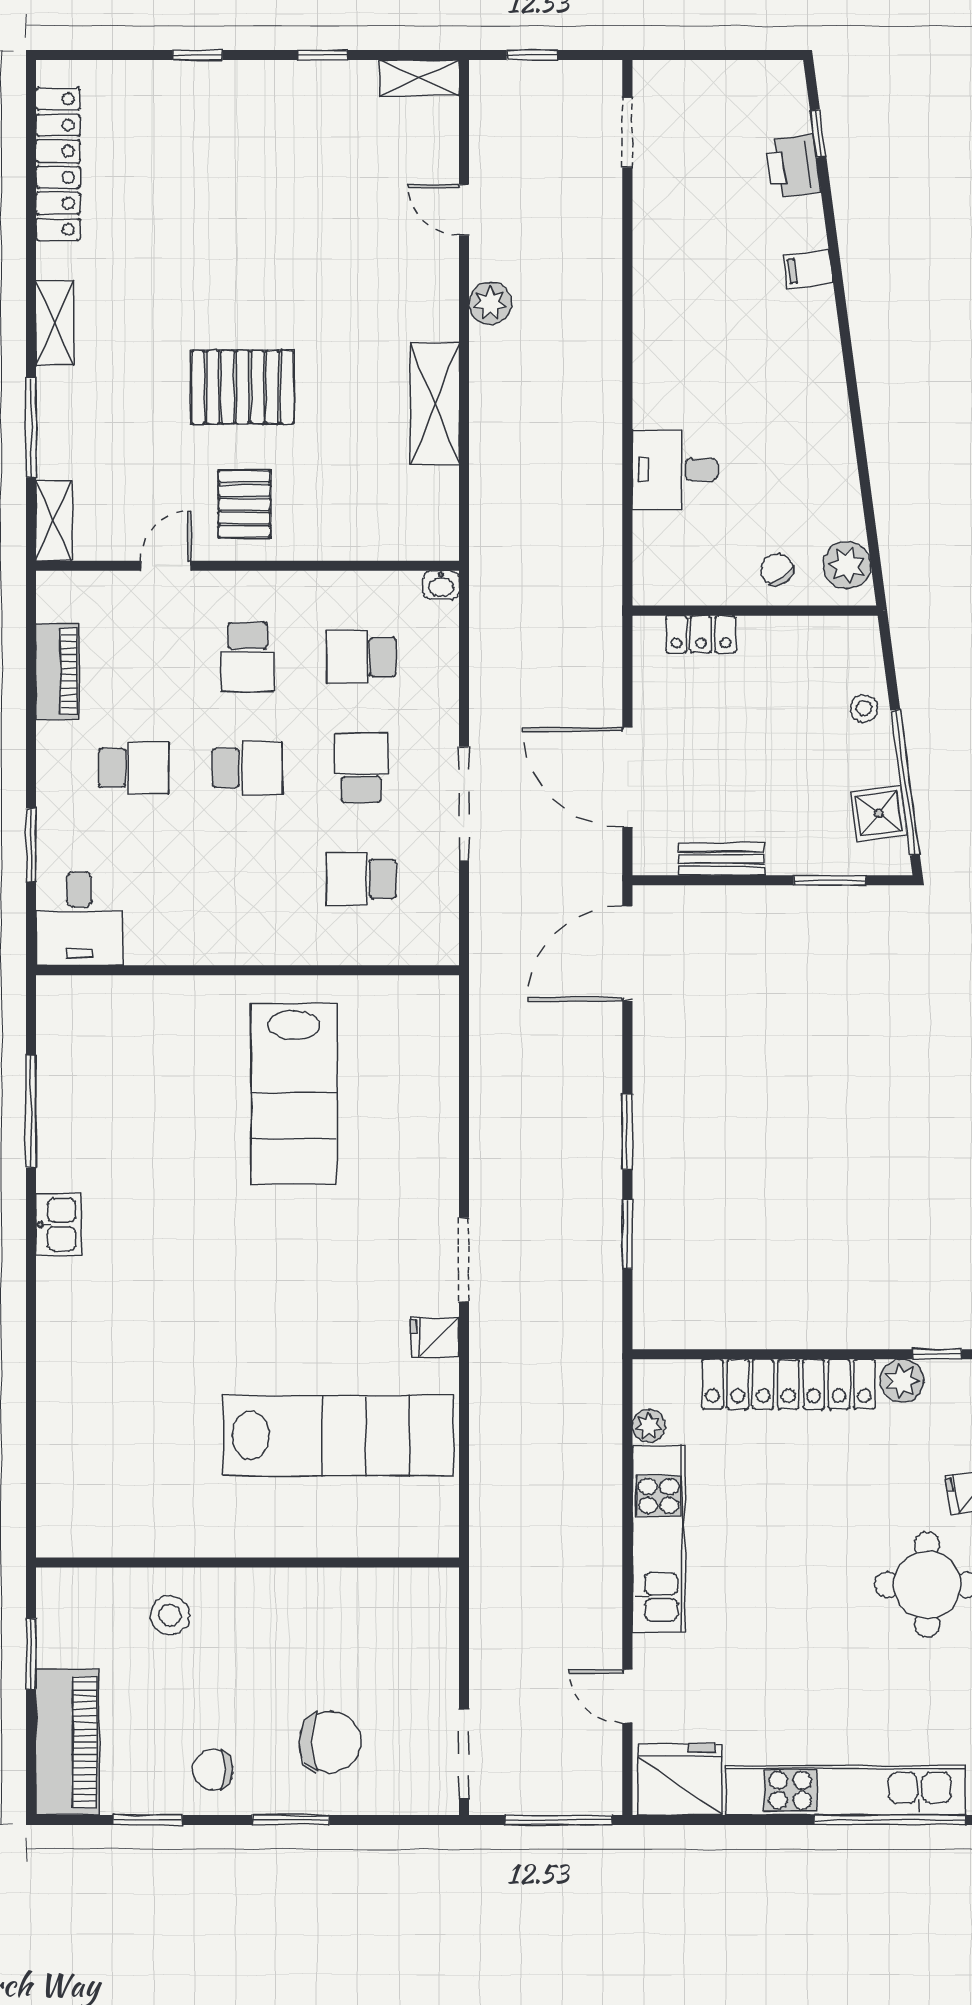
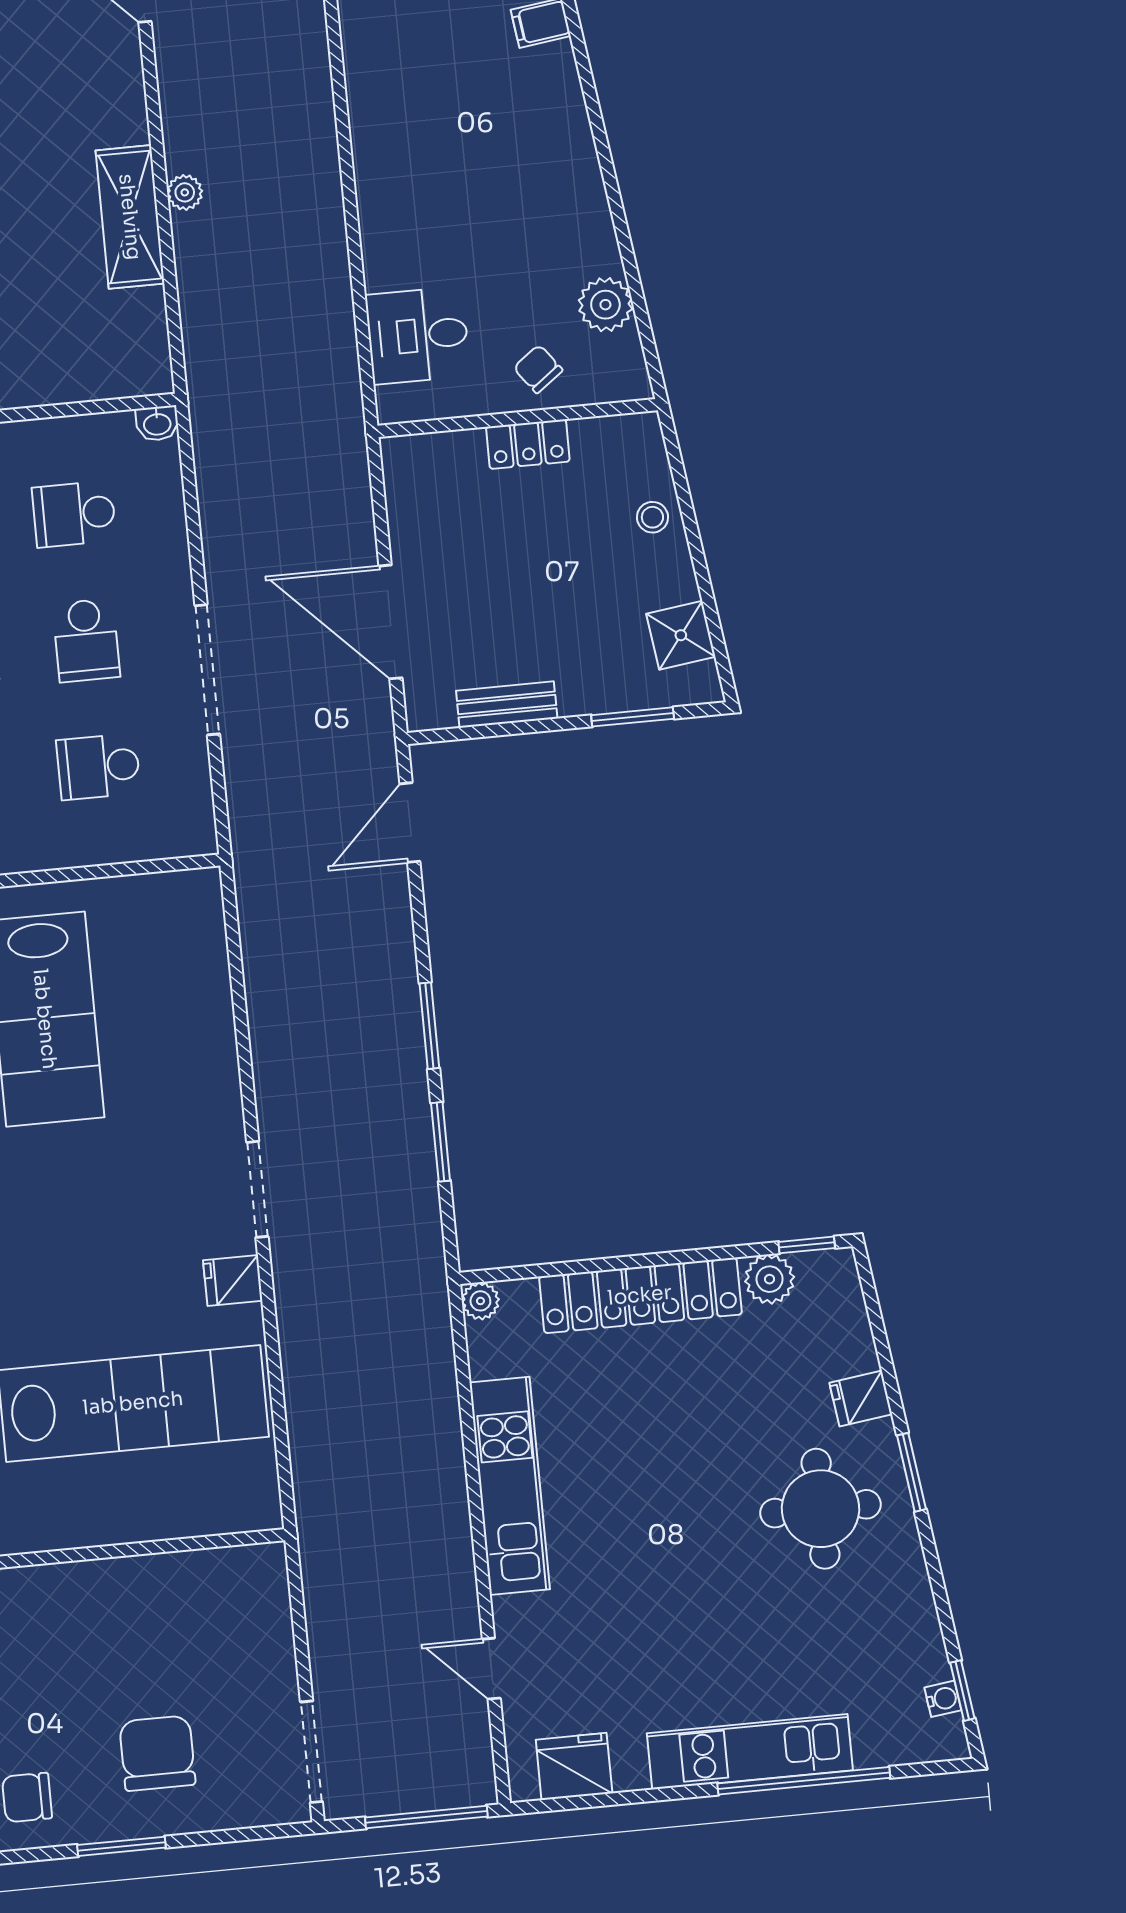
plant: (490, 303) -> (185, 192), moved, width x0.73, depth x0.73
desk: (675, 470) -> (418, 335), moved
plant: (847, 565) -> (605, 305), moved
locker: (701, 634) -> (528, 444), moved
school desk: (361, 768) -> (86, 640), turned 180
window: (905, 782) -> (707, 597), removed
door: (627, 954) -> (410, 823), width x0.73
plant: (649, 1426) -> (480, 1301), moved
chair: (330, 1742) -> (157, 1753), turned -90
fridge: (680, 1779) -> (574, 1766), width x0.73, depth x0.75
kitchen unit: (845, 1790) -> (750, 1752), width x0.73

